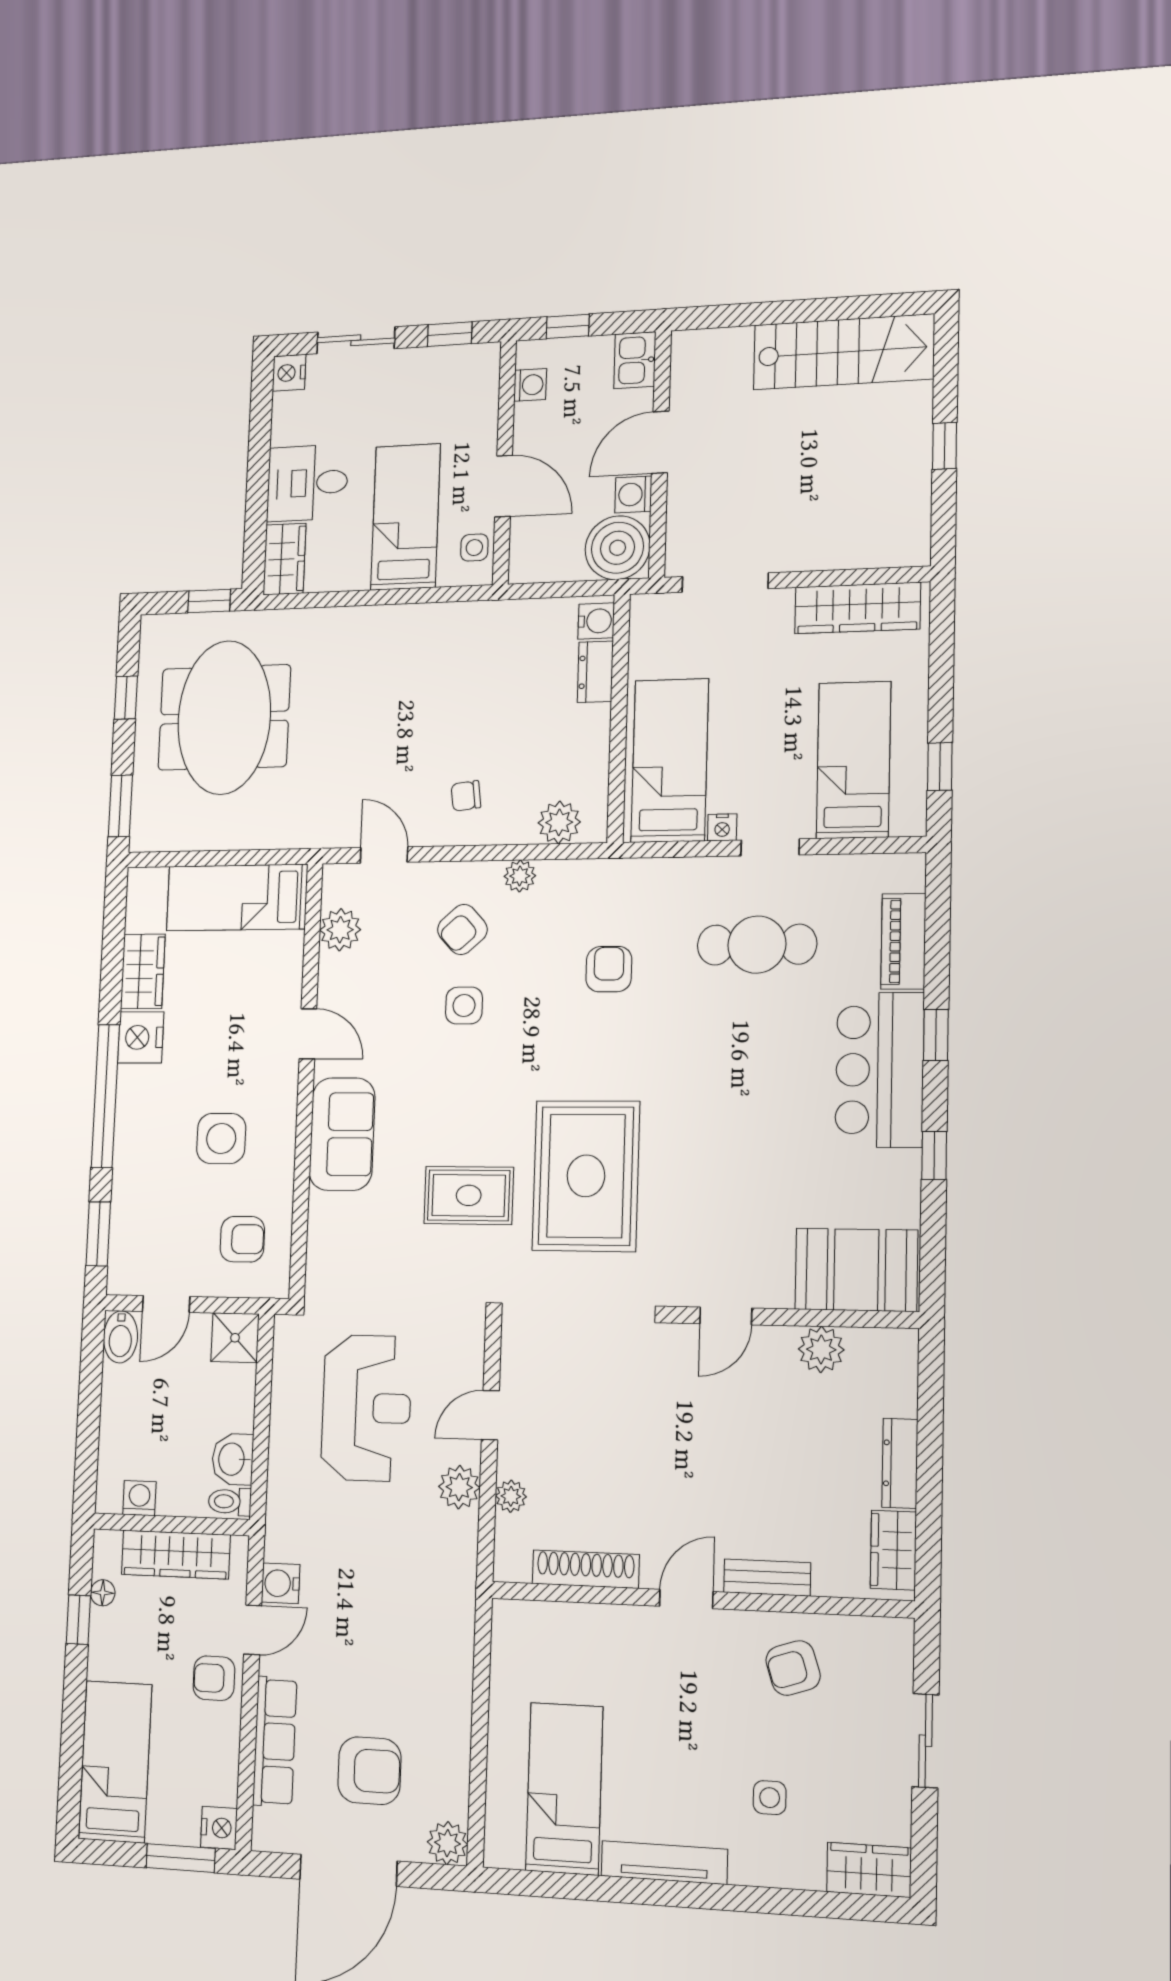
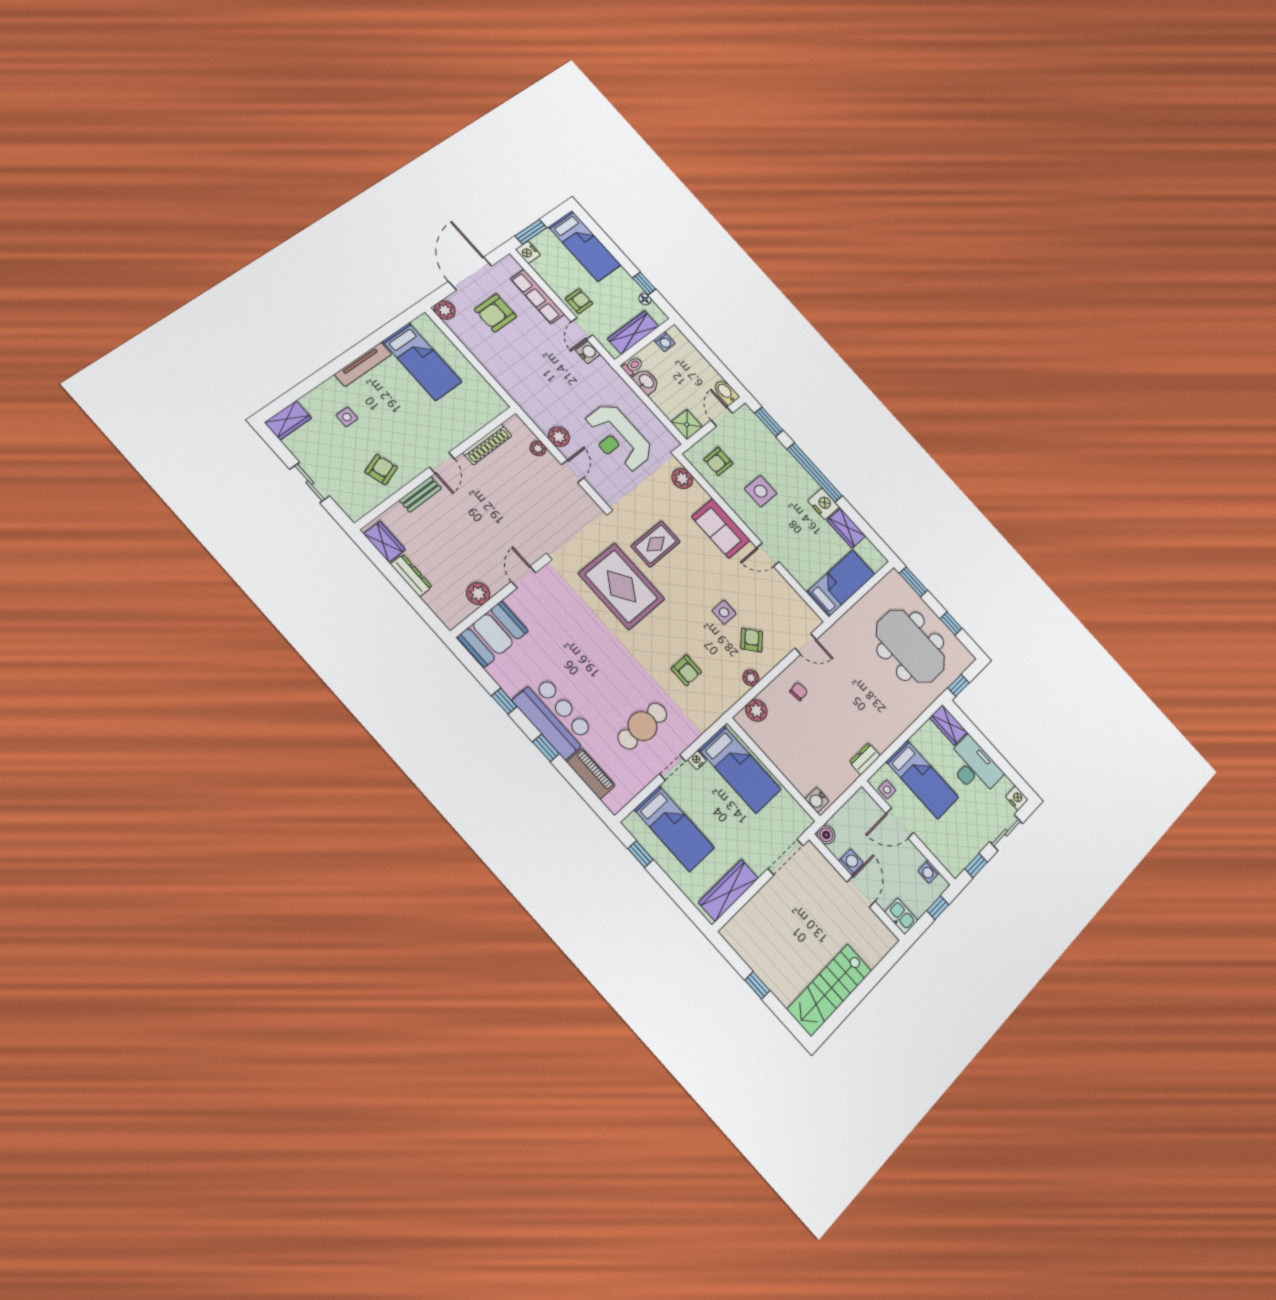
desk: (307, 483) -> (974, 767), width x1.37
boiler: (618, 548) -> (826, 835), width x0.54, depth x0.54
dresser: (595, 672) -> (865, 759), moved, turned -90
plant: (340, 930) -> (682, 479), moved

